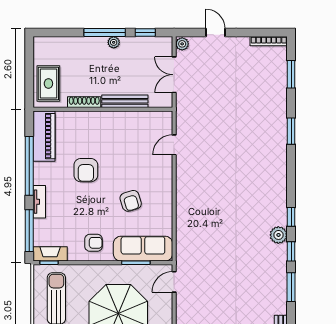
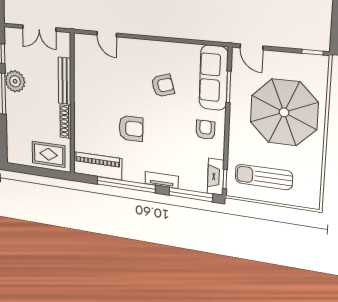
plant: (114, 42) -> (15, 81), width x1.88, depth x1.88
plant: (182, 44) -> (11, 17), removed

